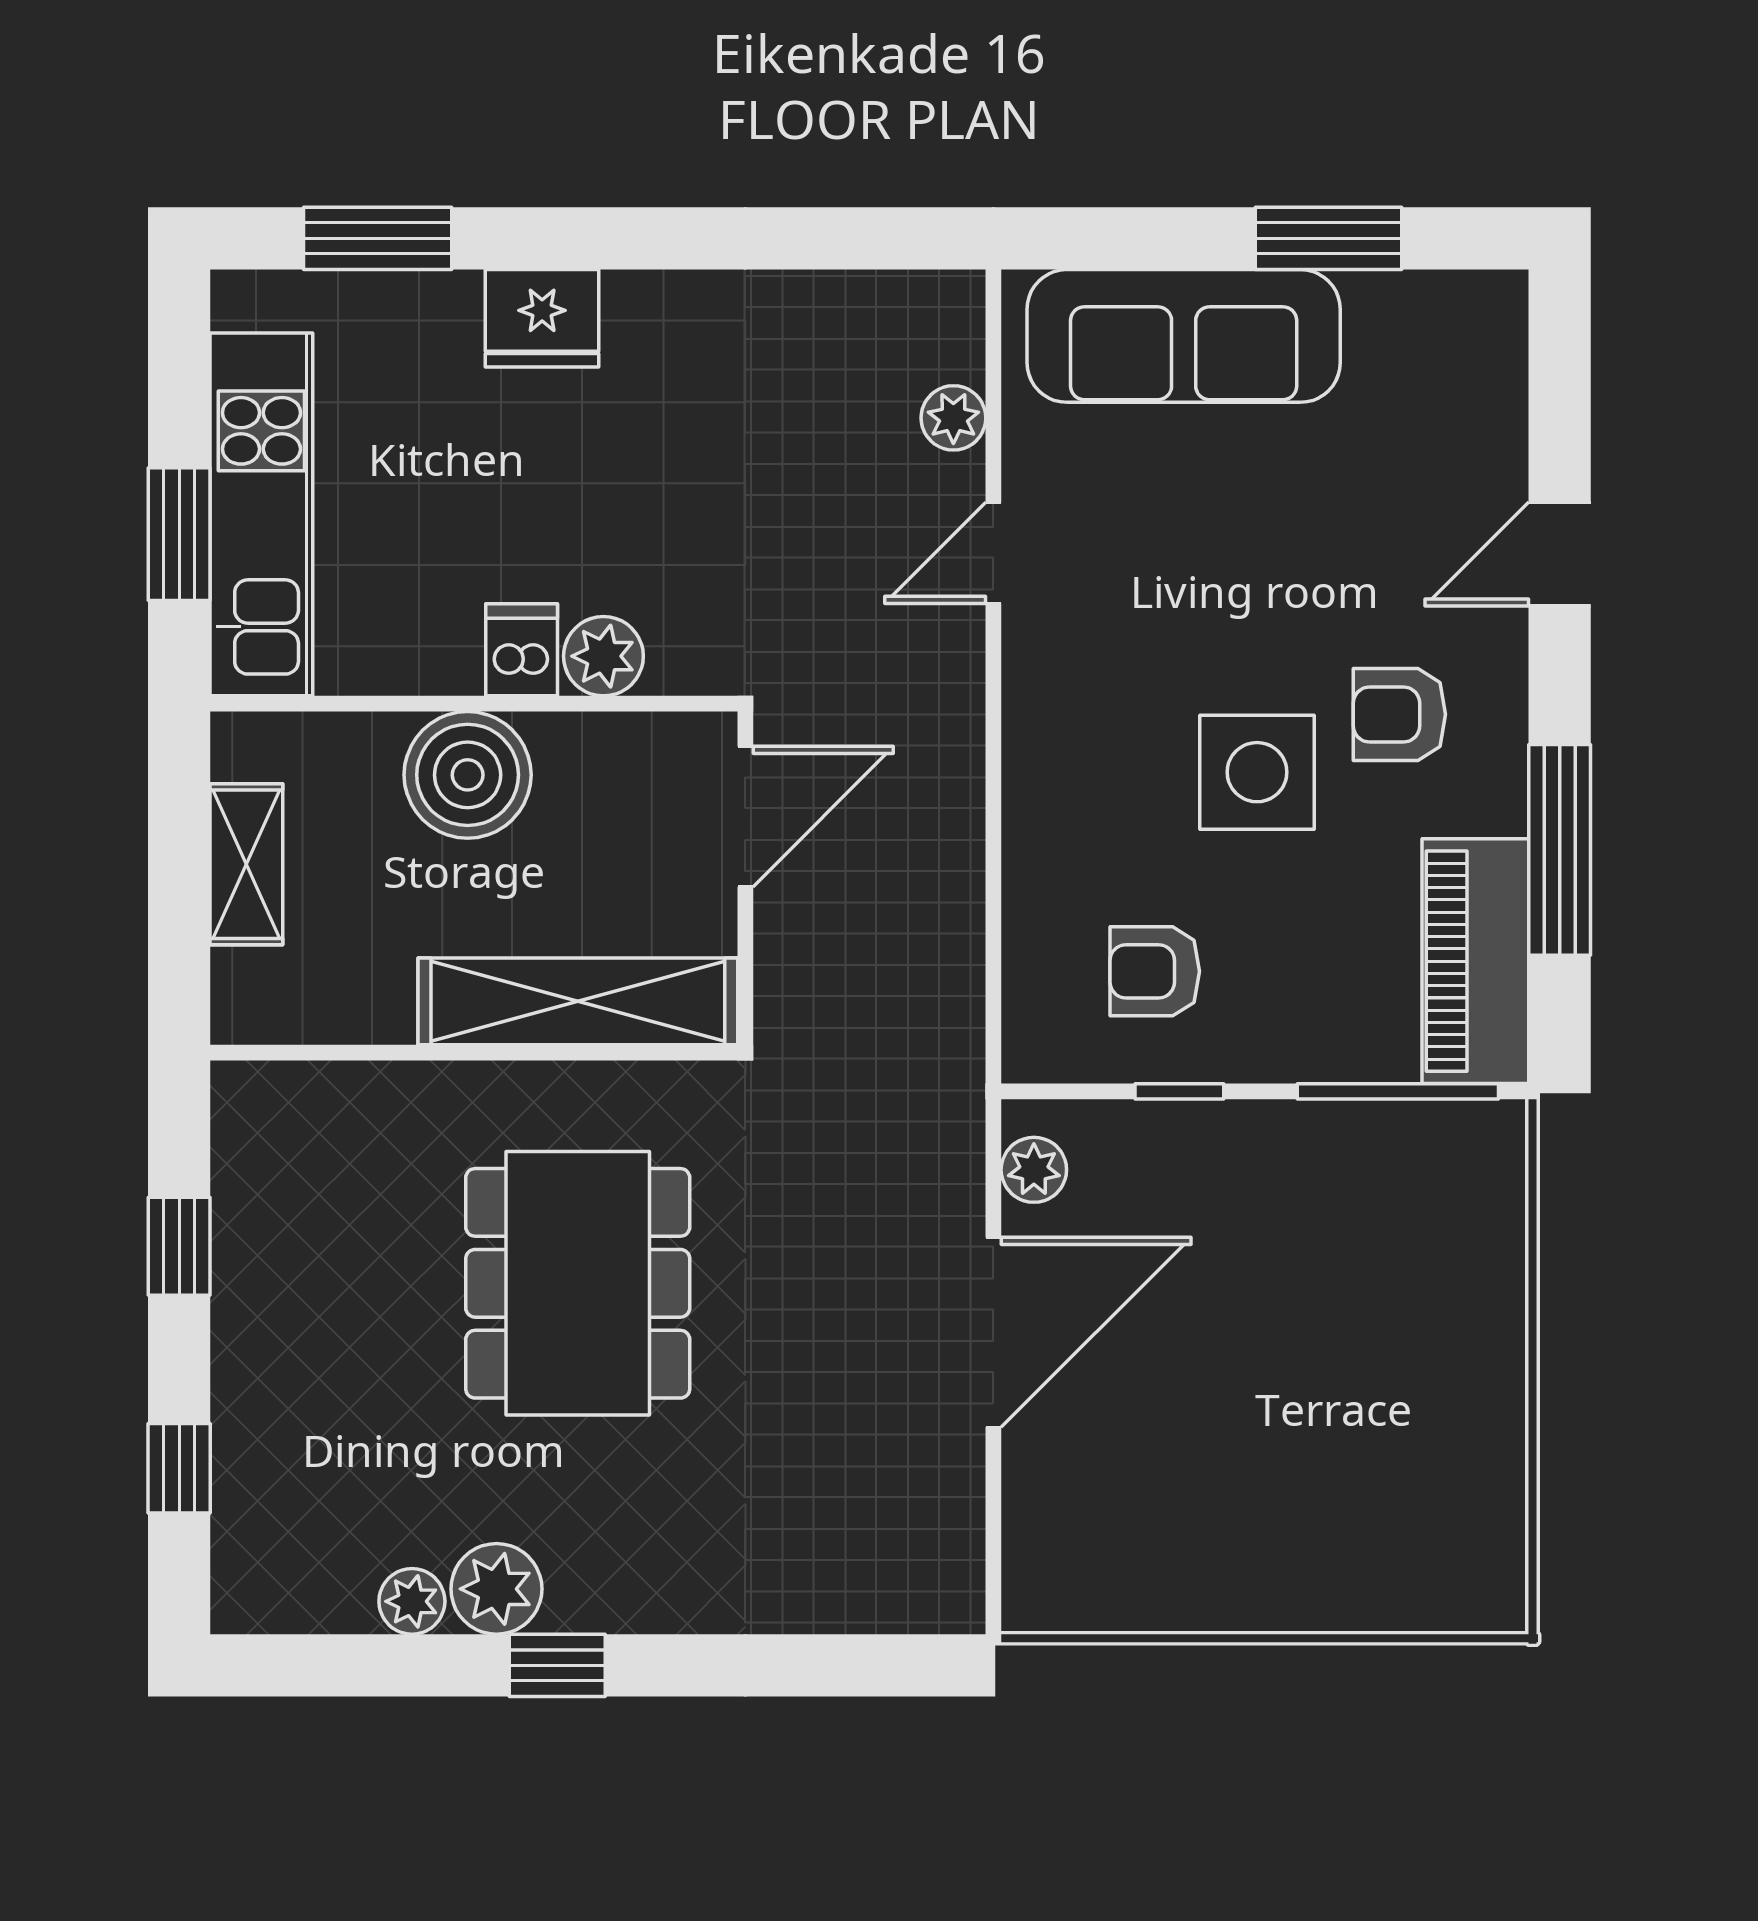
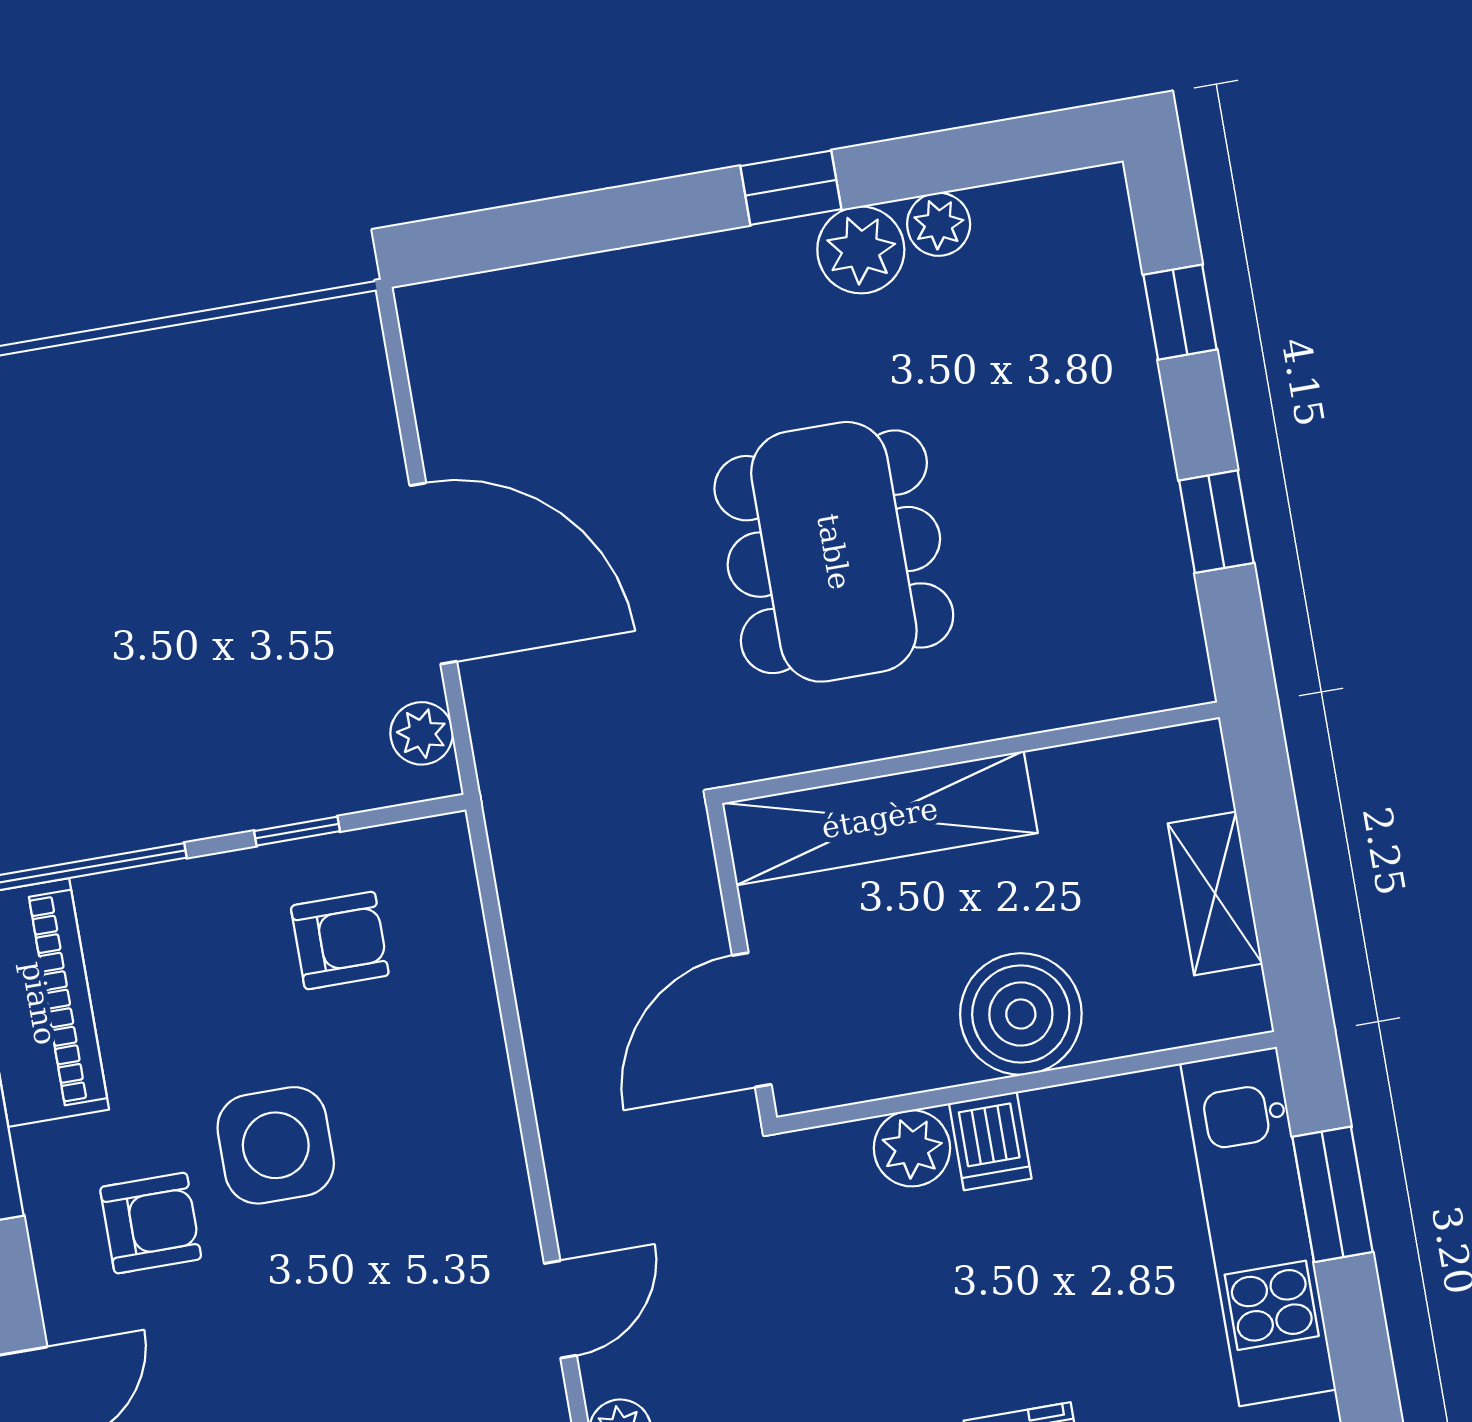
door: (993, 1332) -> (433, 573), swing flipped

